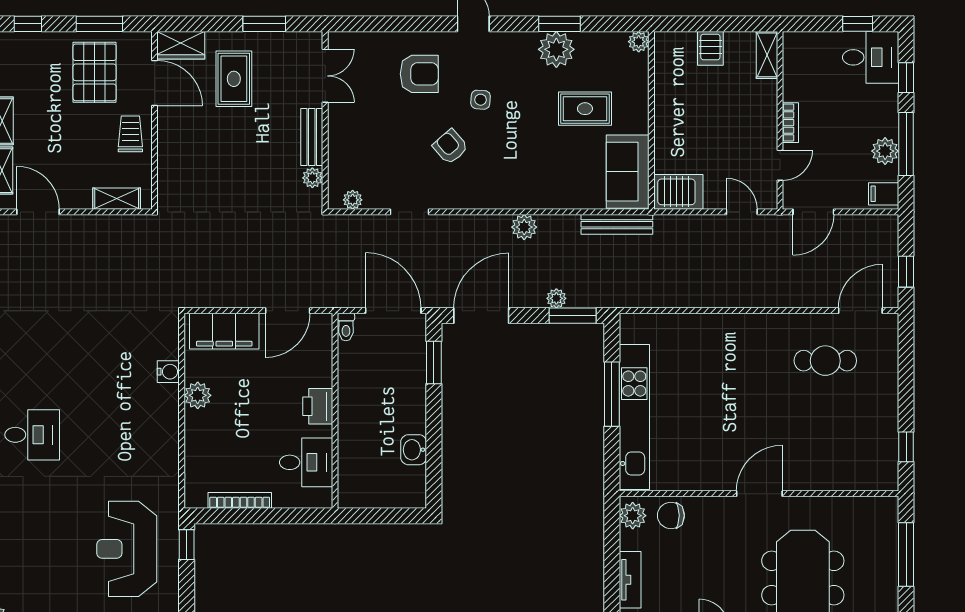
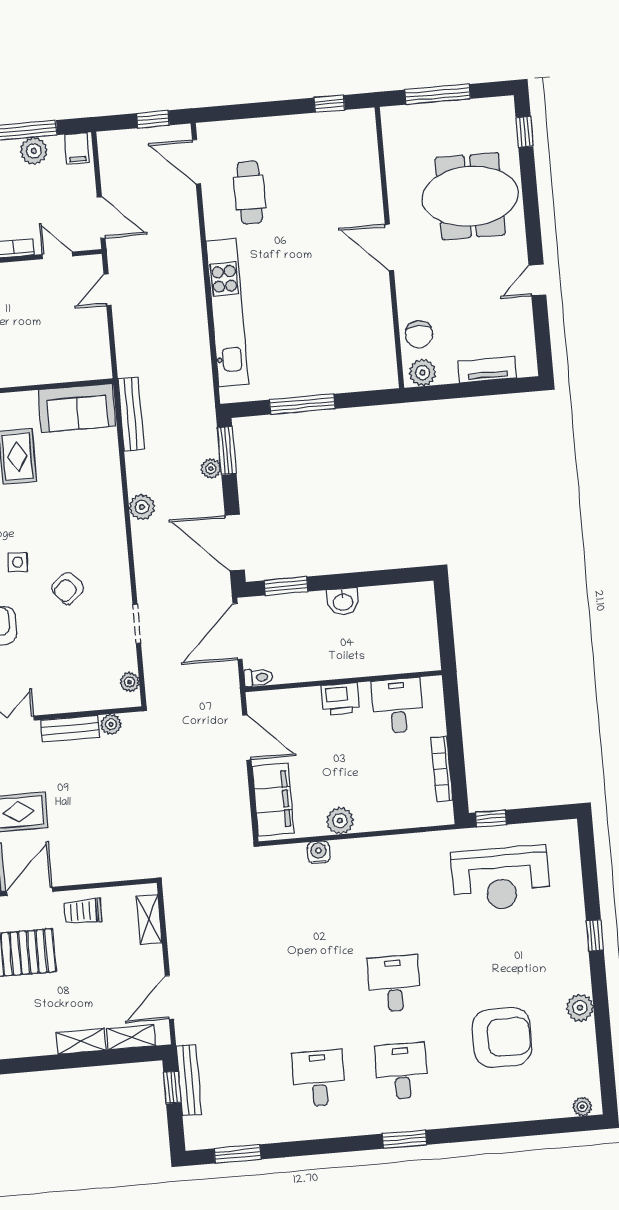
server rack: (678, 192) -> (93, 355), removed
kitchen unit: (634, 417) -> (227, 313), moved, turned 90
washbasin: (414, 450) -> (343, 602), moved

